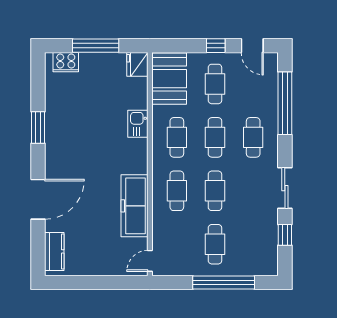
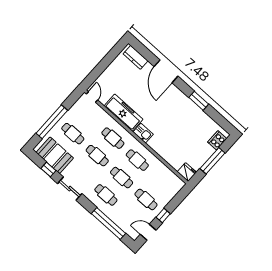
booth: (169, 79) -> (55, 155), moved
kitchen sink: (138, 124) -> (143, 133), moved

